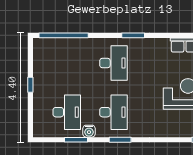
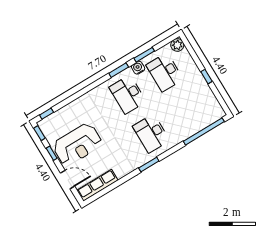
plant: (40, 130) -> (177, 45), added
window: (120, 140) -> (119, 70), moved

